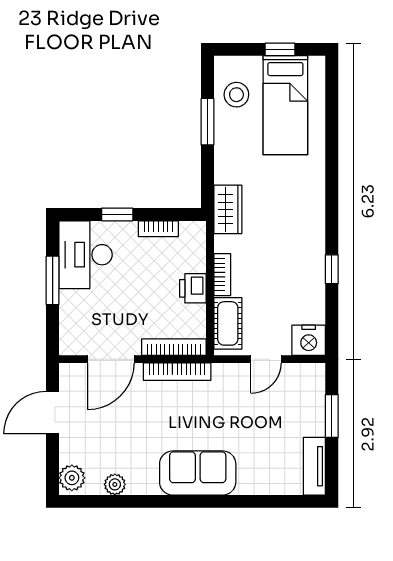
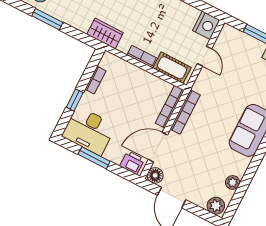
printer: (193, 288) -> (132, 163), moved, turned 180
door: (111, 359) -> (158, 147), swing flipped
floor lamp: (71, 375) -> (155, 175), added

